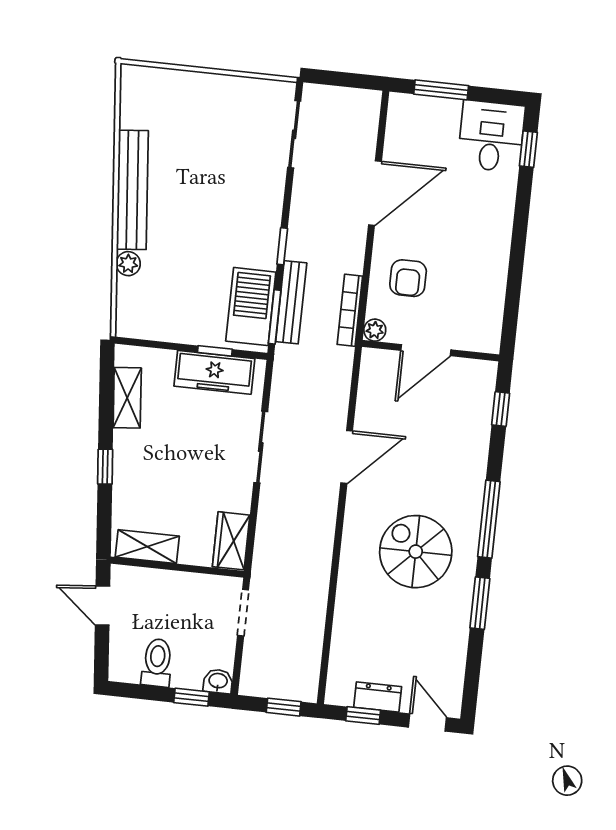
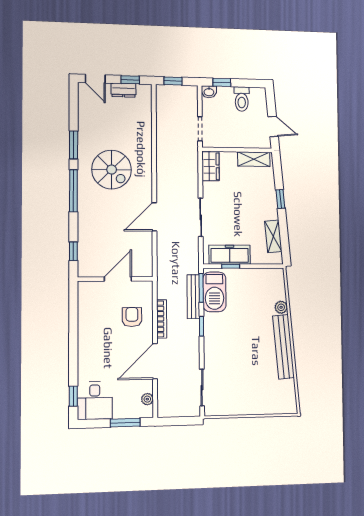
bookcase: (350, 310) -> (162, 319), moved
plant: (375, 330) -> (147, 399), moved

